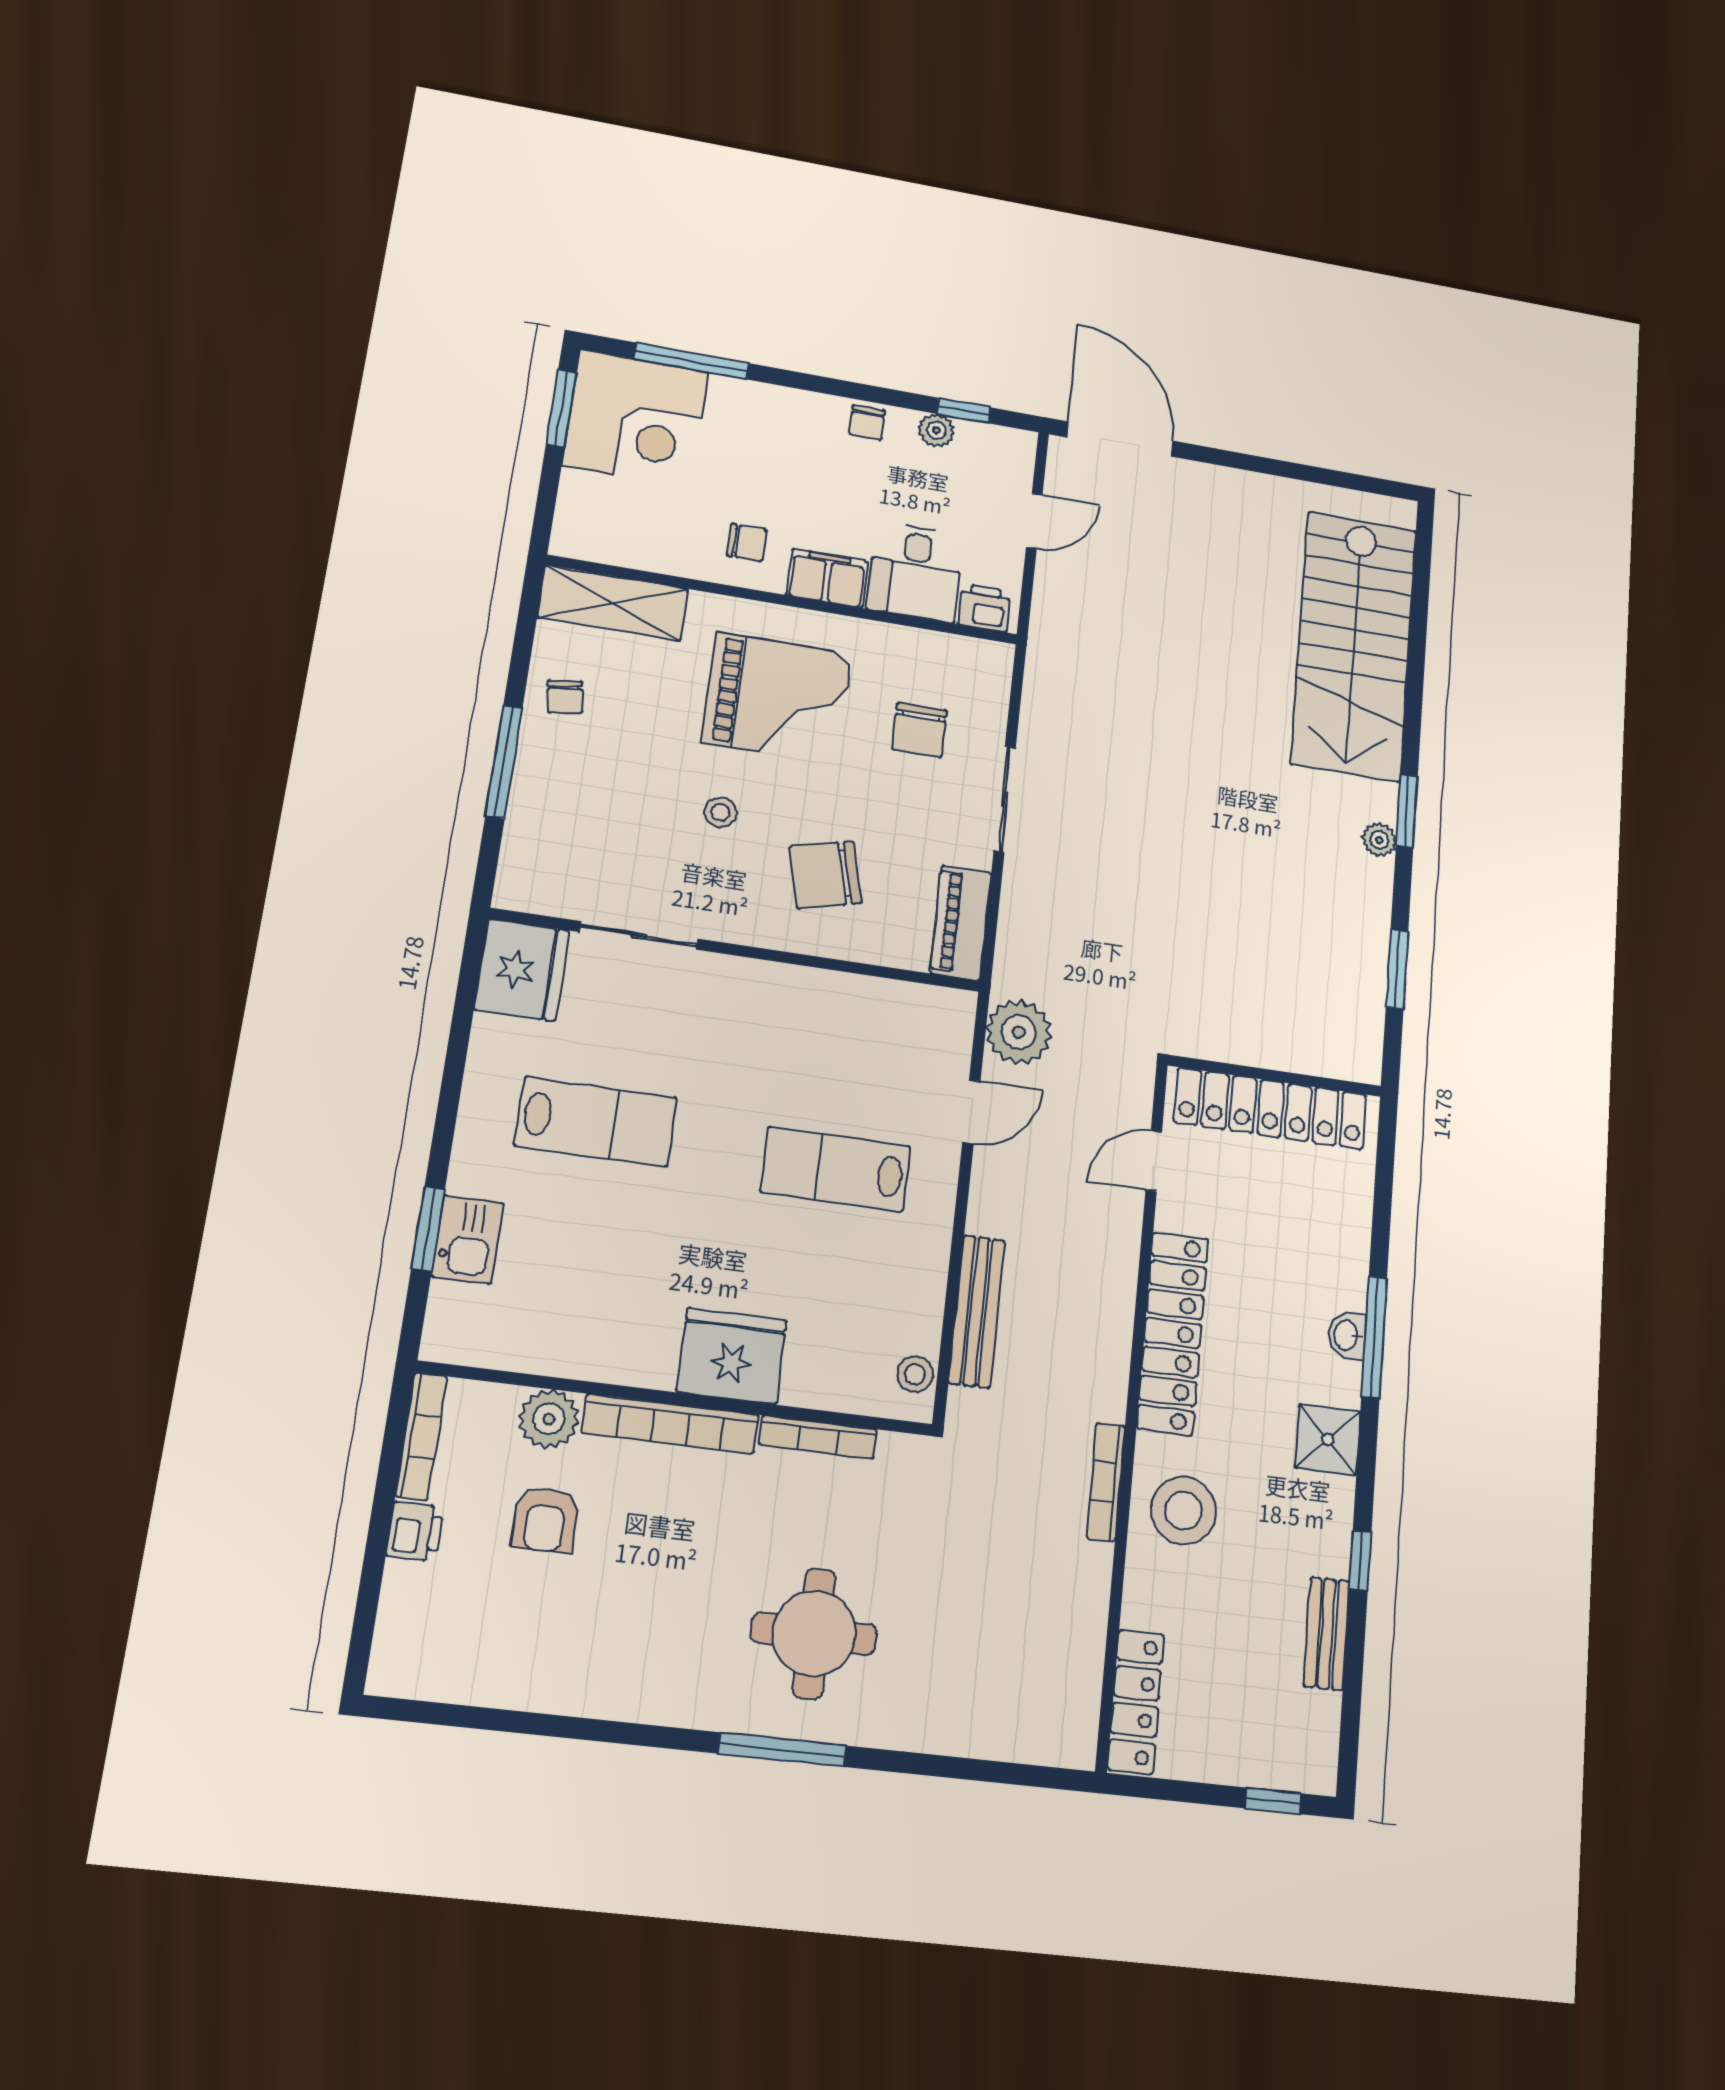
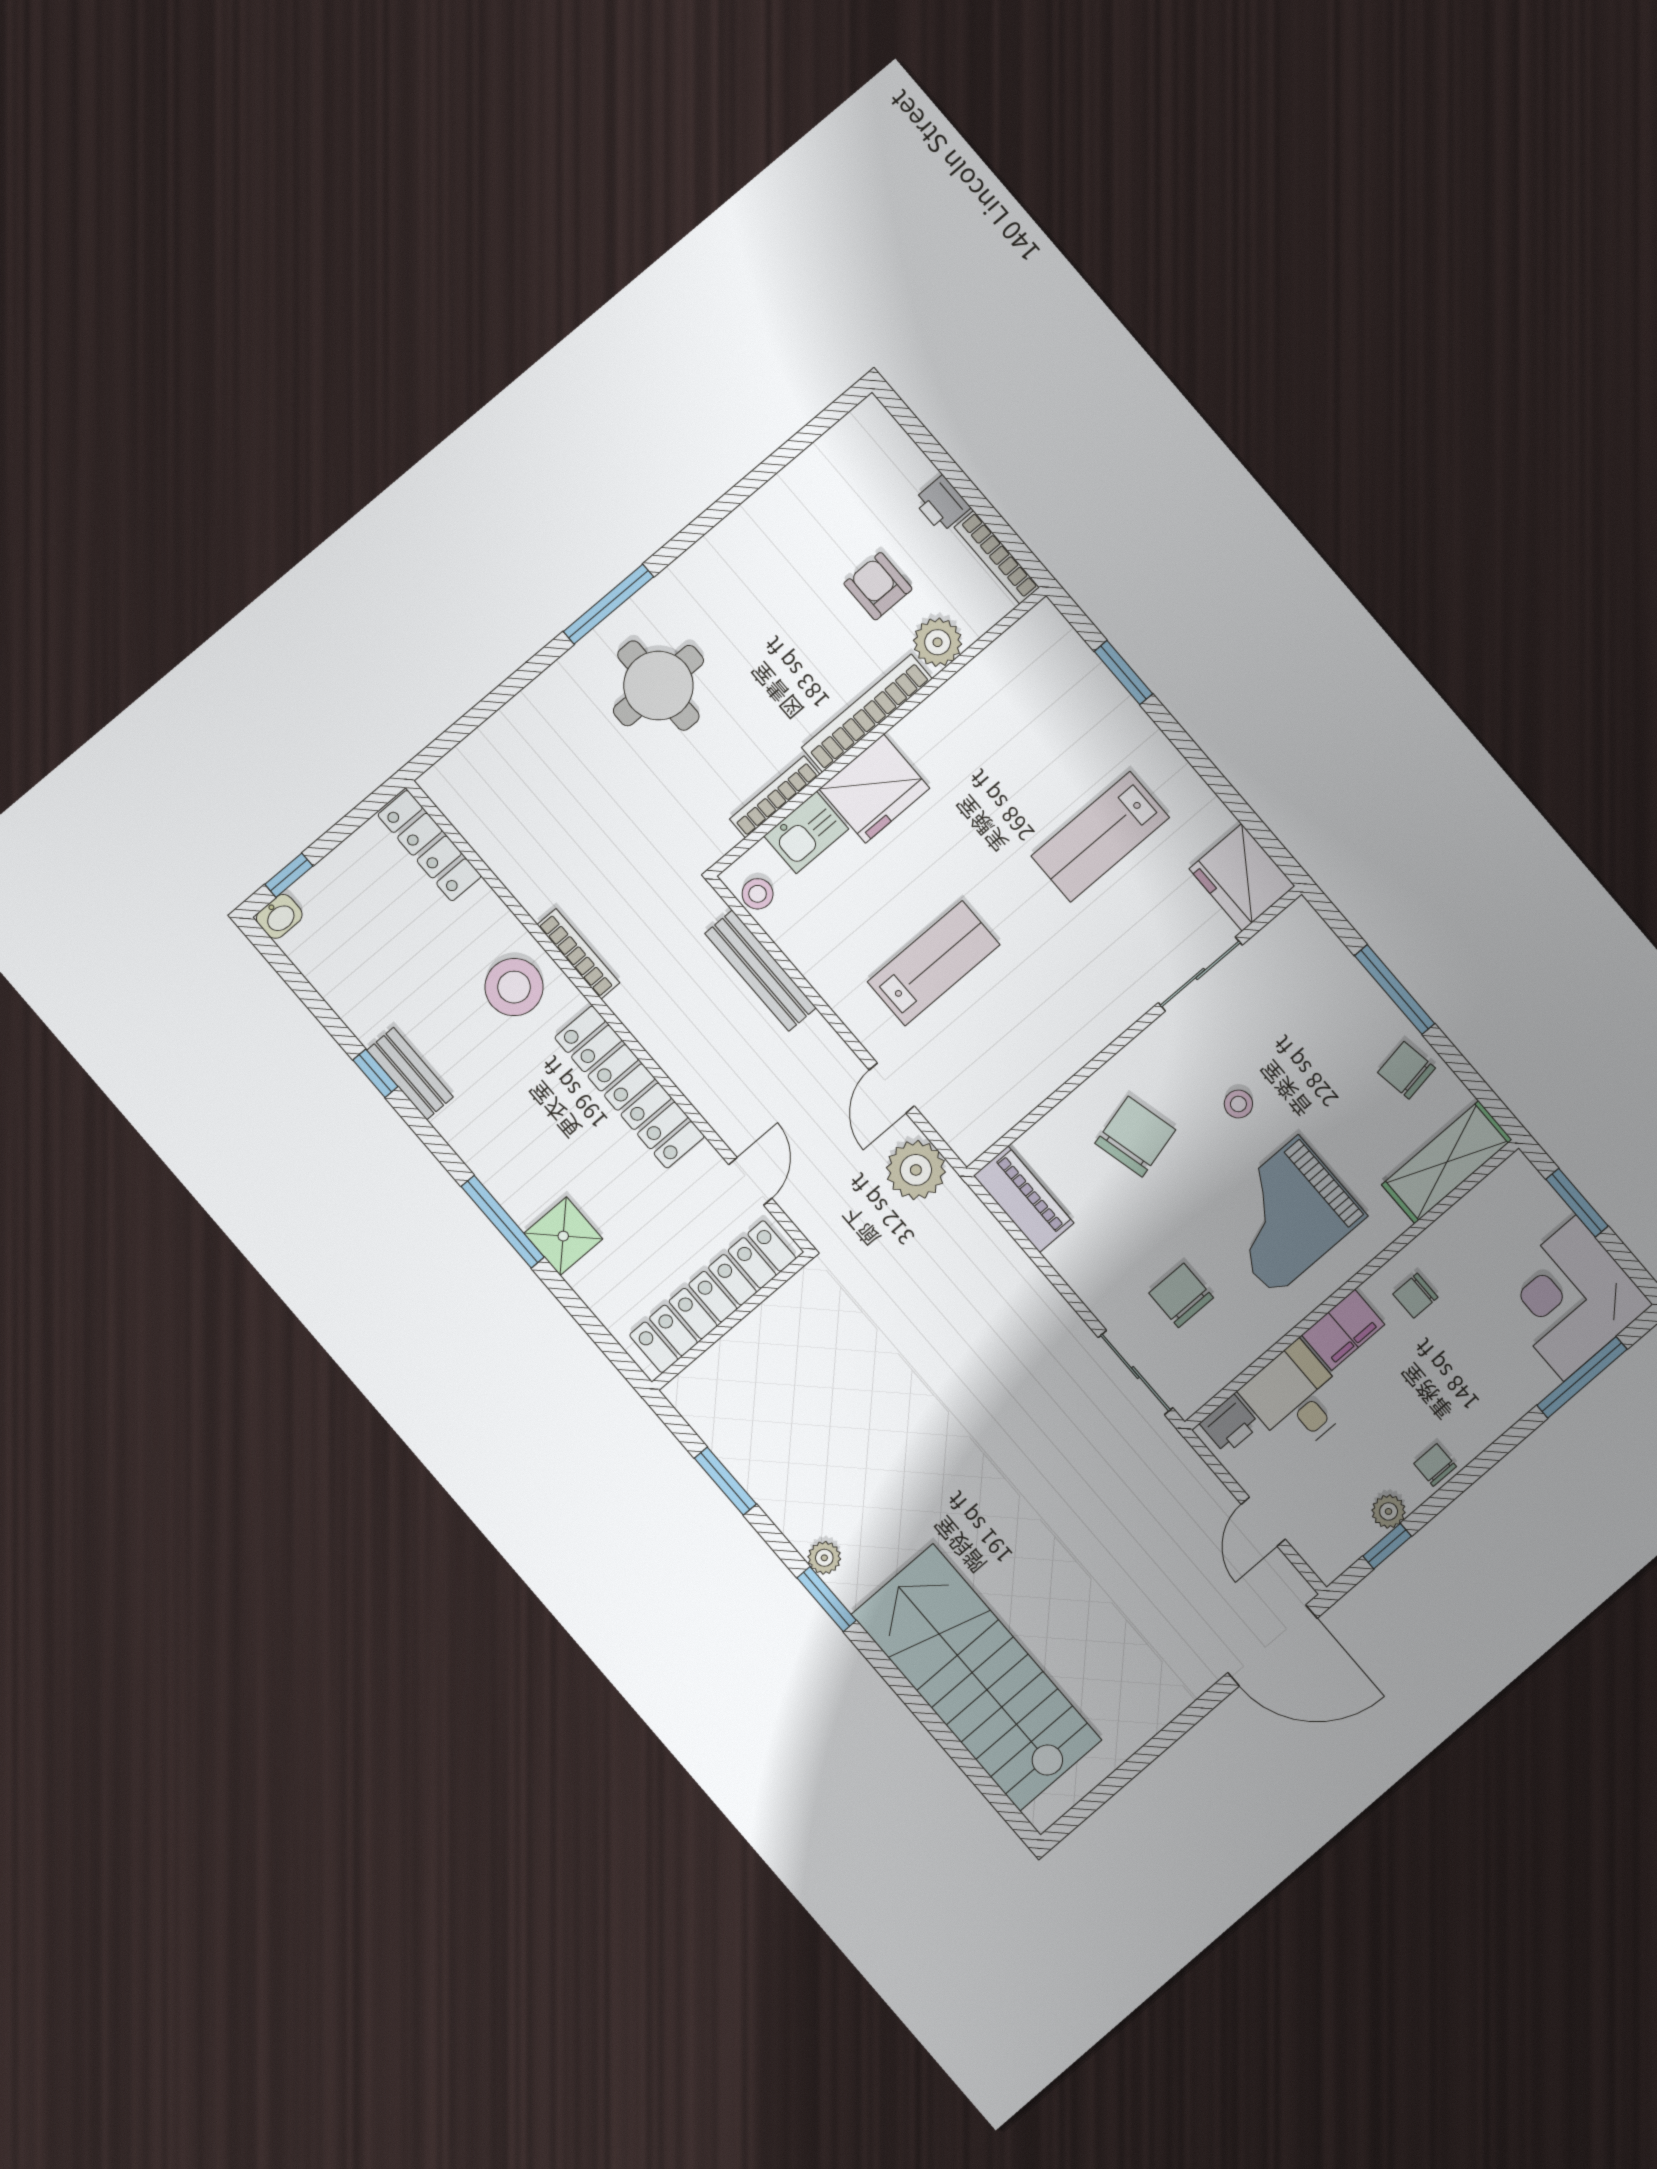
window: (561, 409) -> (1577, 1203), moved
chair: (565, 697) -> (1406, 1070), width x1.37, depth x1.37
sliding door: (1005, 799) -> (1135, 1373), moved
kitchen sink: (467, 1240) -> (806, 832), moved, turned -90
washbasin: (1347, 1335) -> (279, 916), moved, turned 90
shower: (1328, 1440) -> (563, 1236), moved
bench: (1327, 1634) -> (410, 1074), moved

